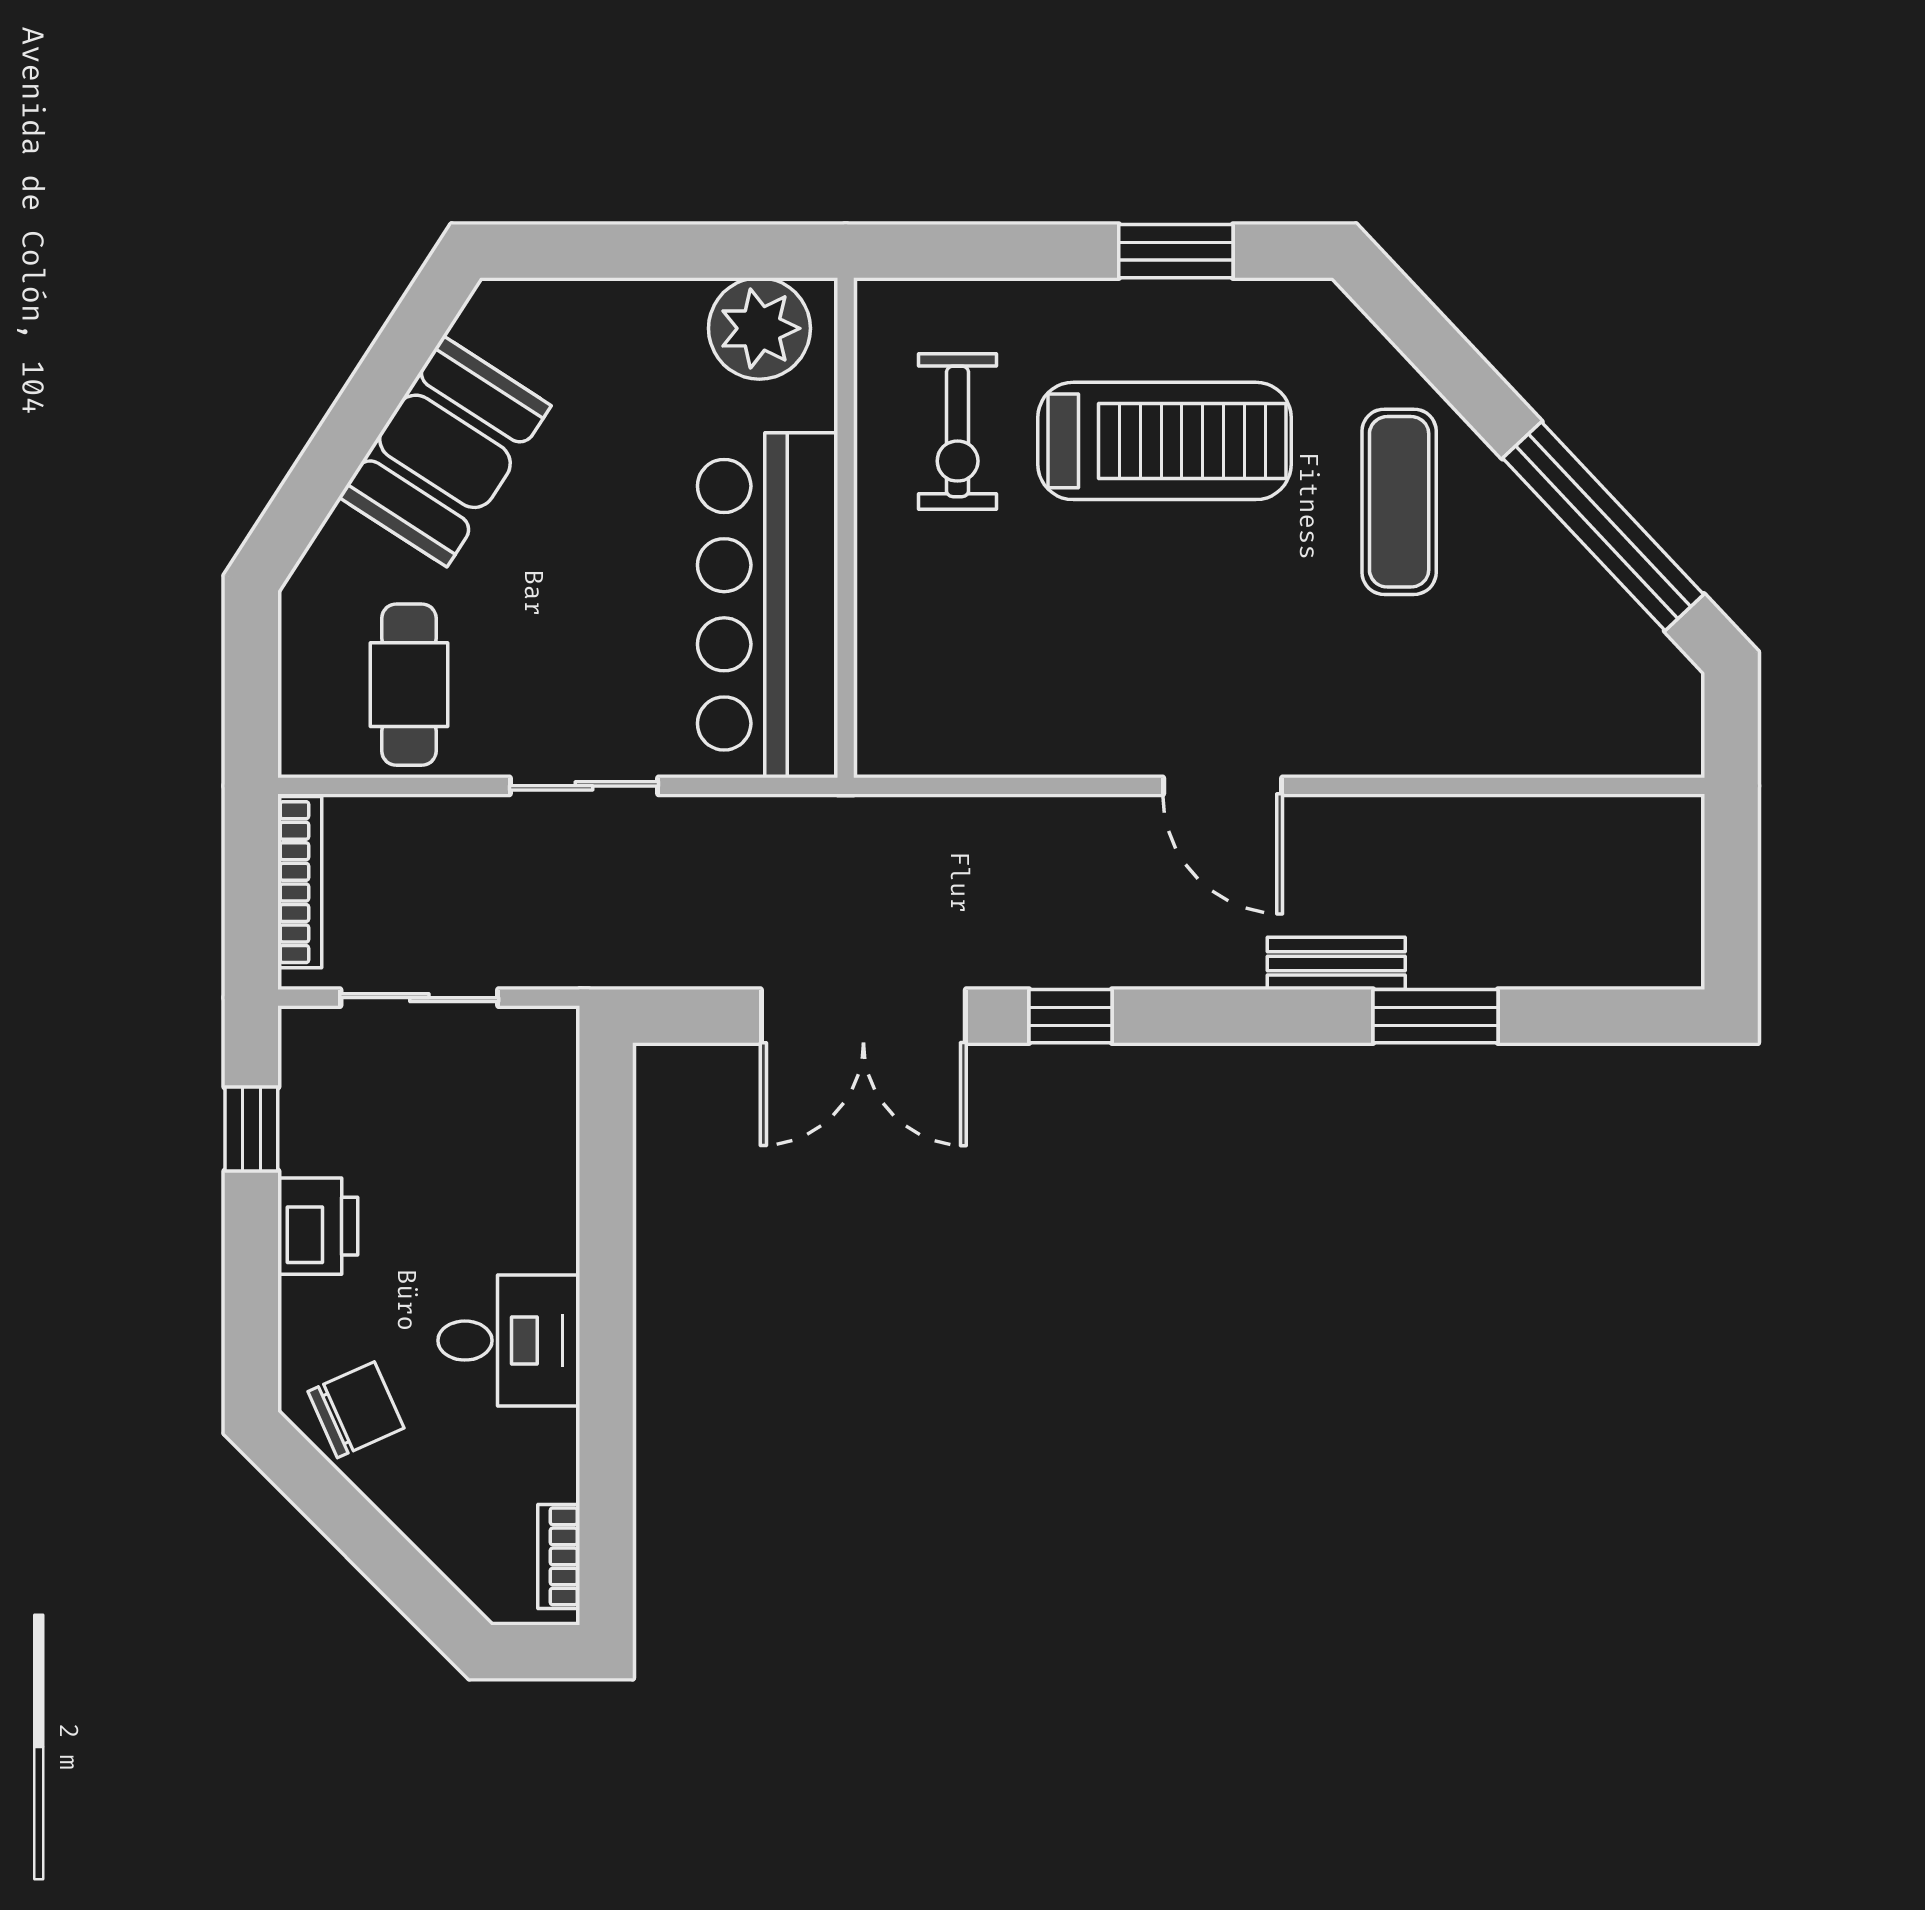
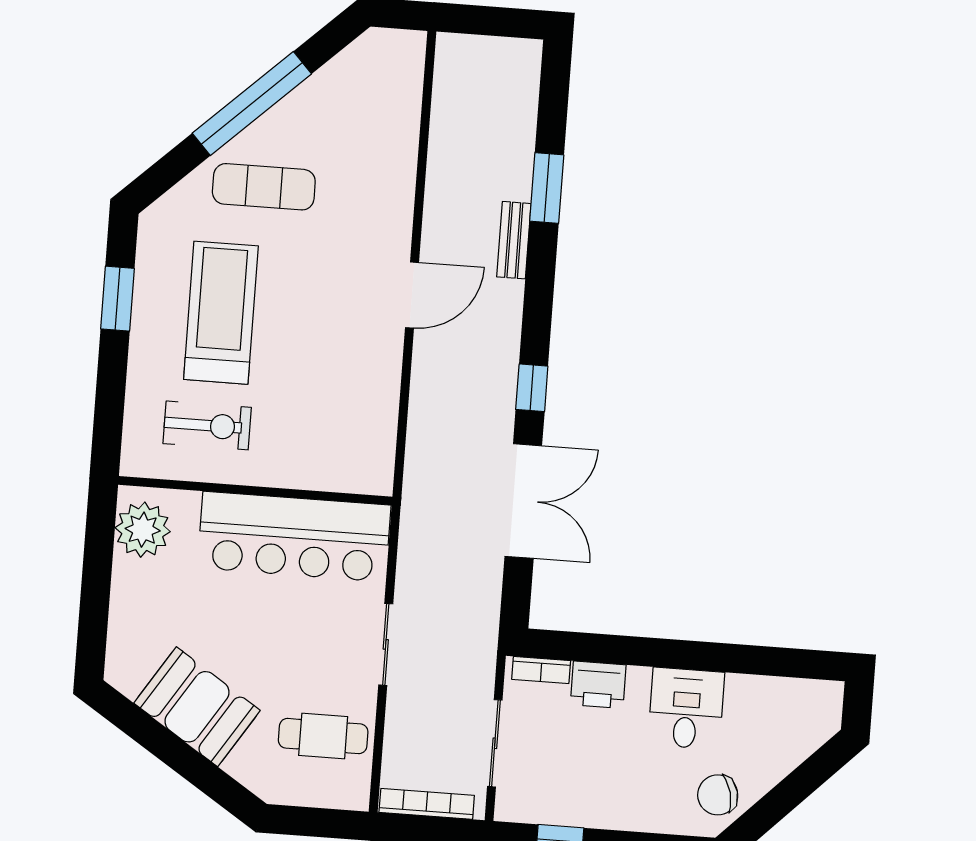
window: (1603, 526) -> (252, 103), moved
printer: (318, 1226) -> (598, 685), moved, turned 180
chair: (356, 1410) -> (718, 795), turned -80
bookcase: (559, 1556) -> (541, 670), moved

